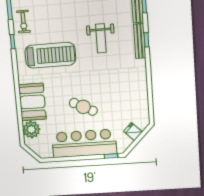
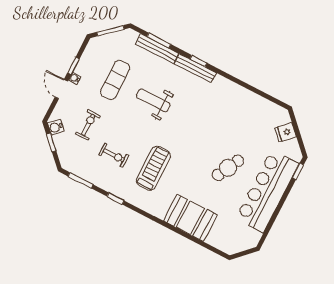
exercise bike: (23, 22) -> (114, 155), moved
weight bench: (101, 38) -> (153, 100), moved, turned 180
treadmill: (50, 55) -> (153, 168), width x0.73, depth x0.73
plant: (31, 130) -> (219, 238), removed

